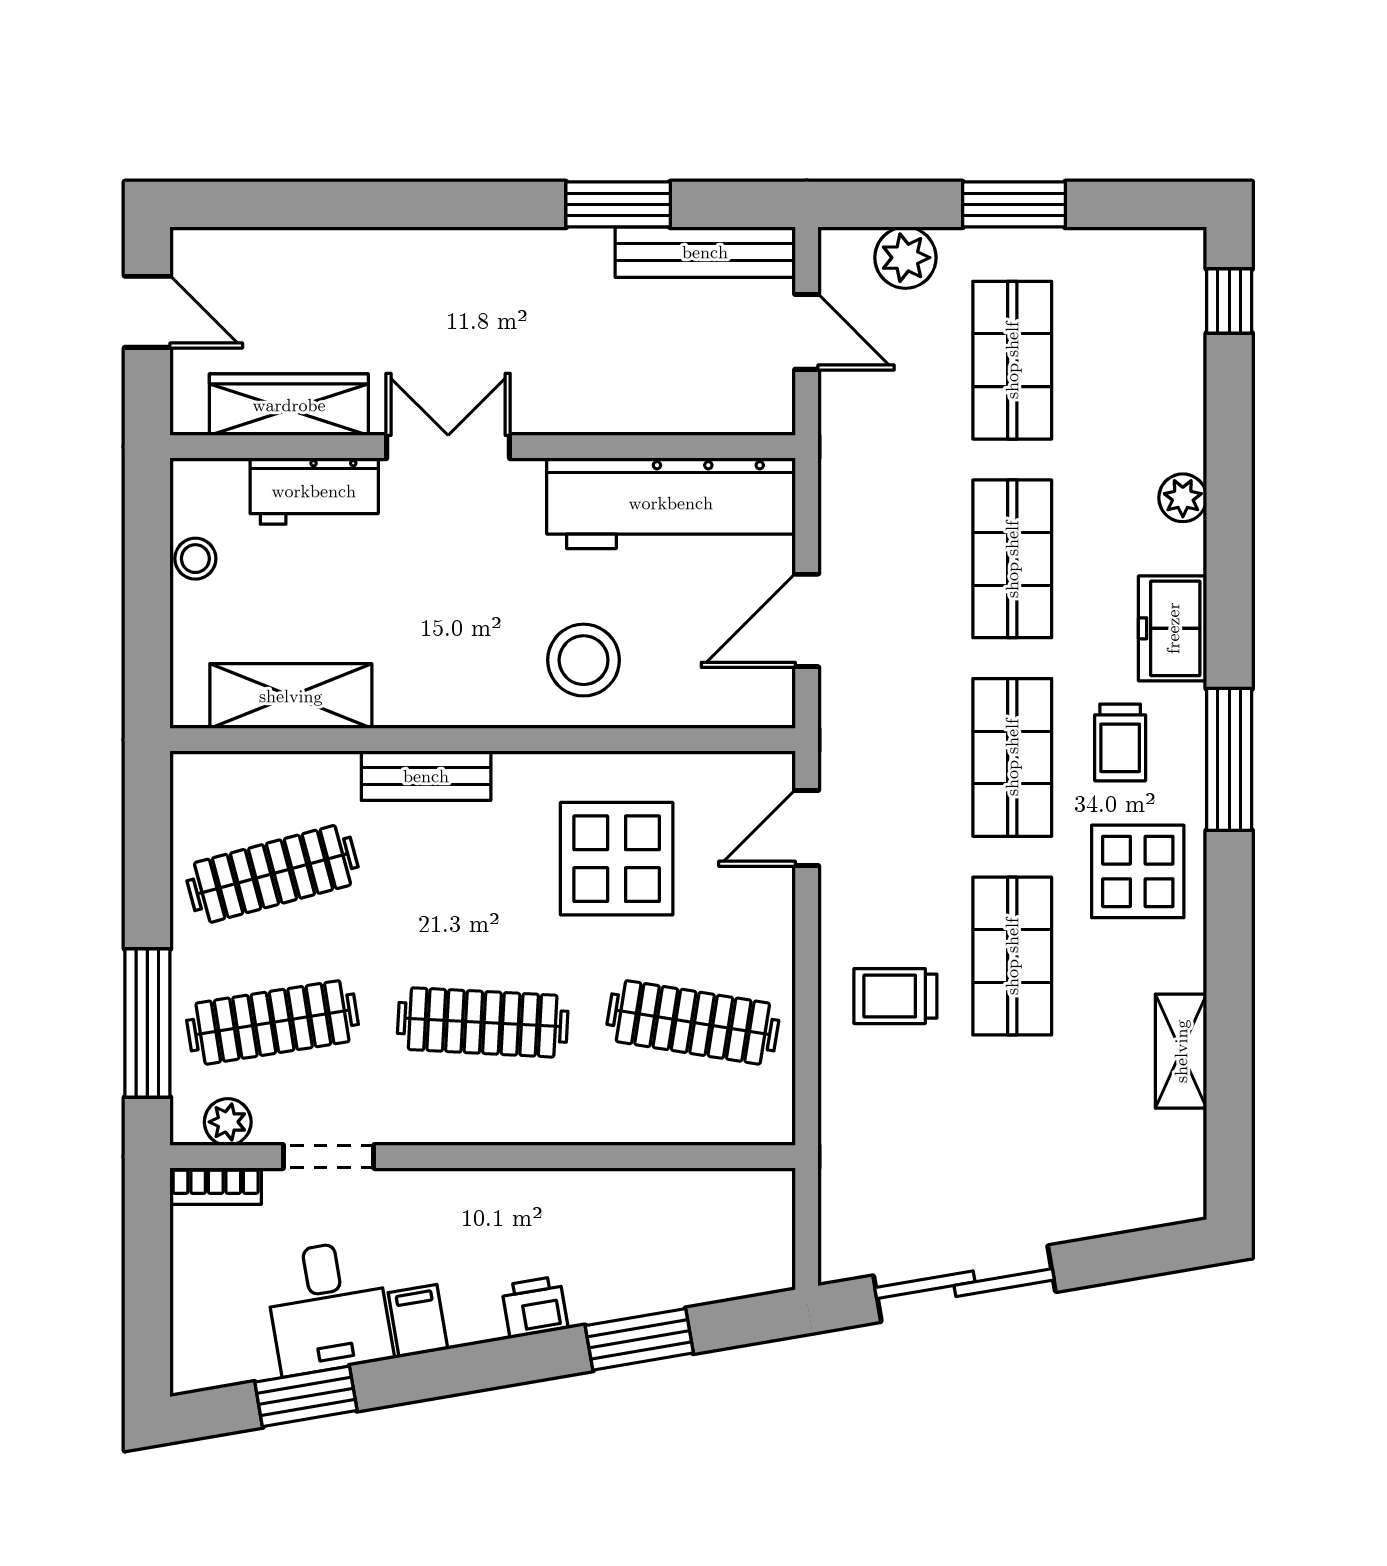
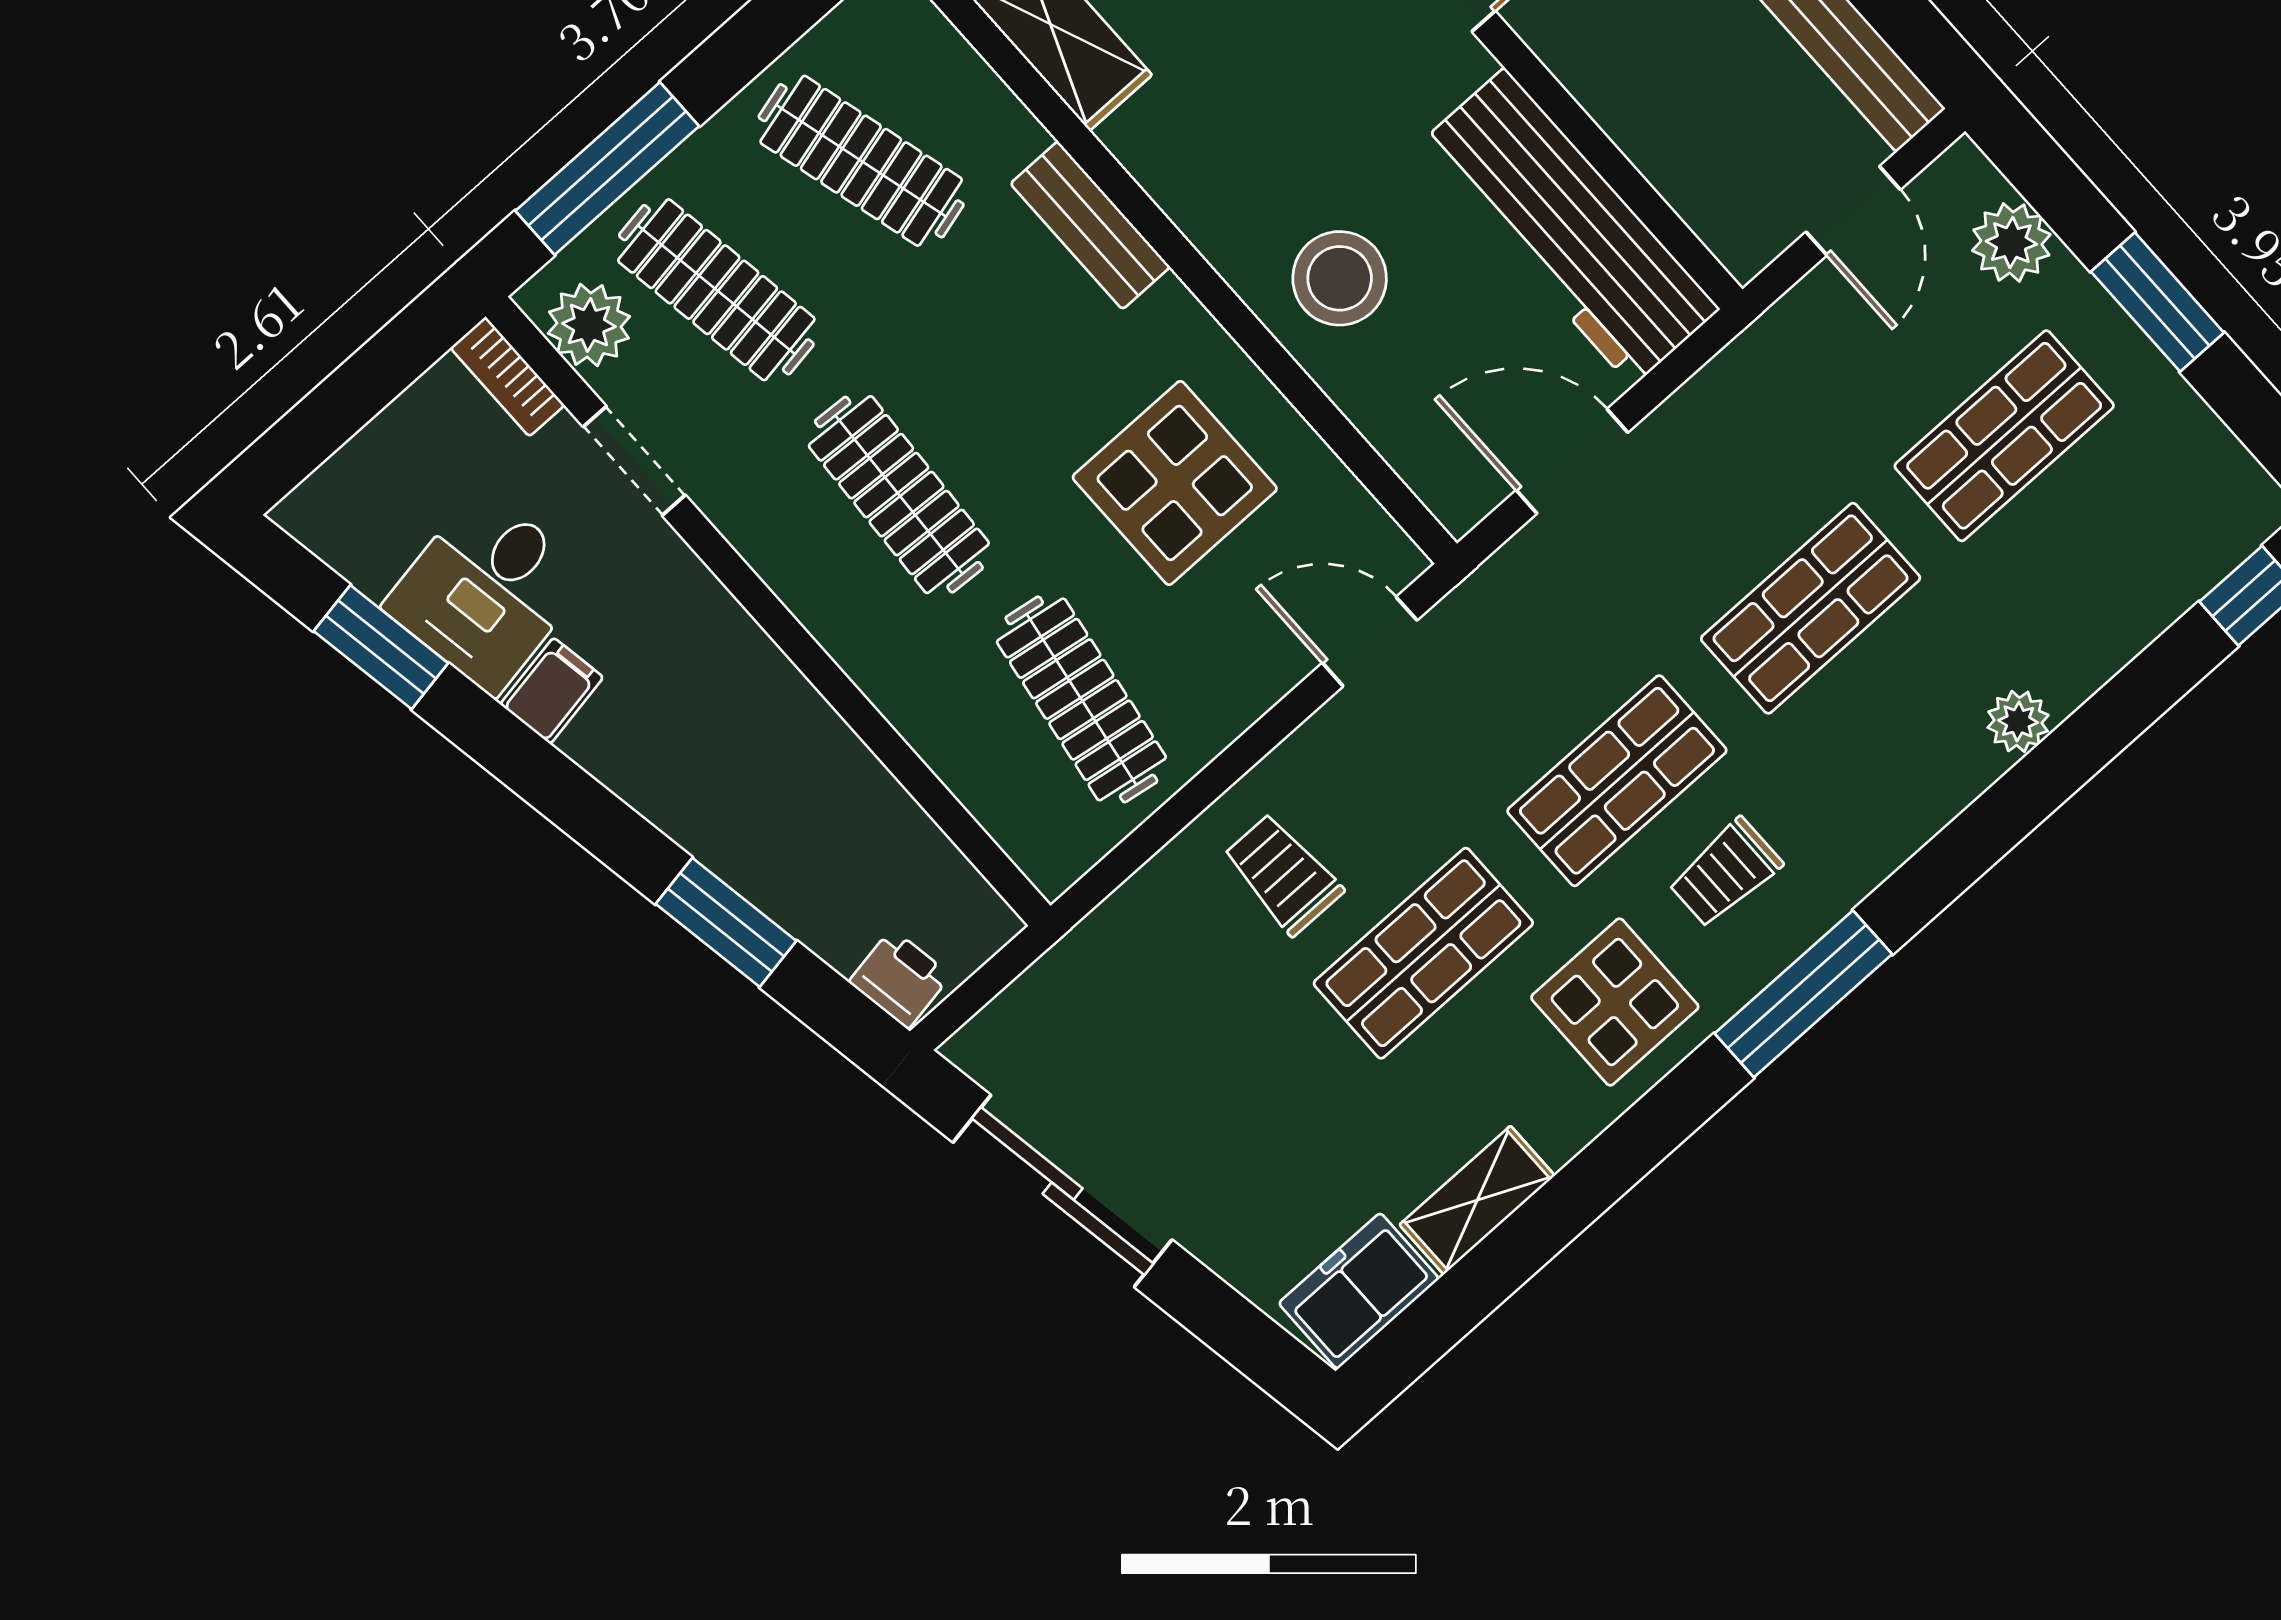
freezer: (1173, 628) -> (1359, 1291), moved
plant: (228, 1122) -> (589, 325), width x1.38, depth x1.38
printer: (535, 1307) -> (900, 979), moved

